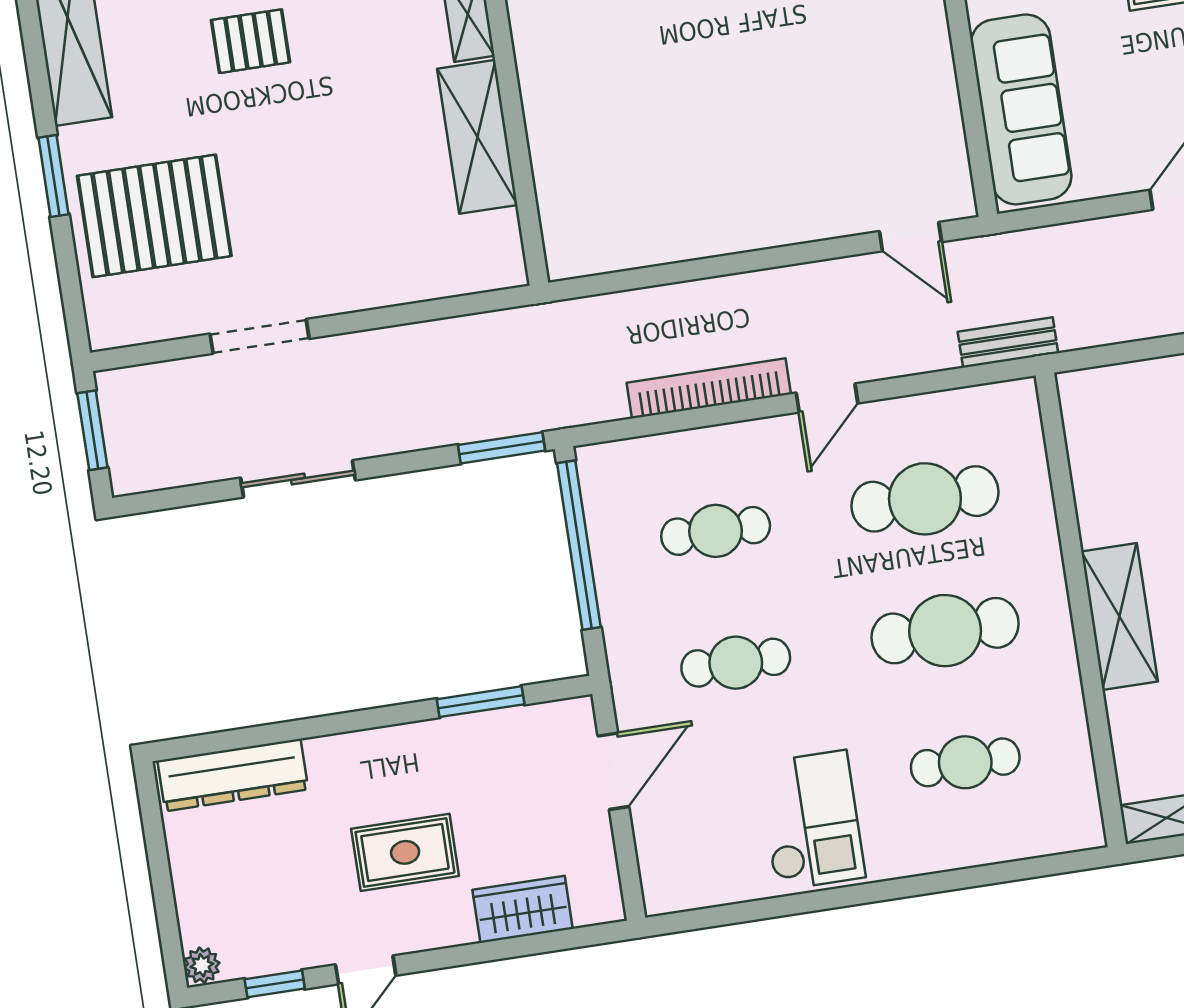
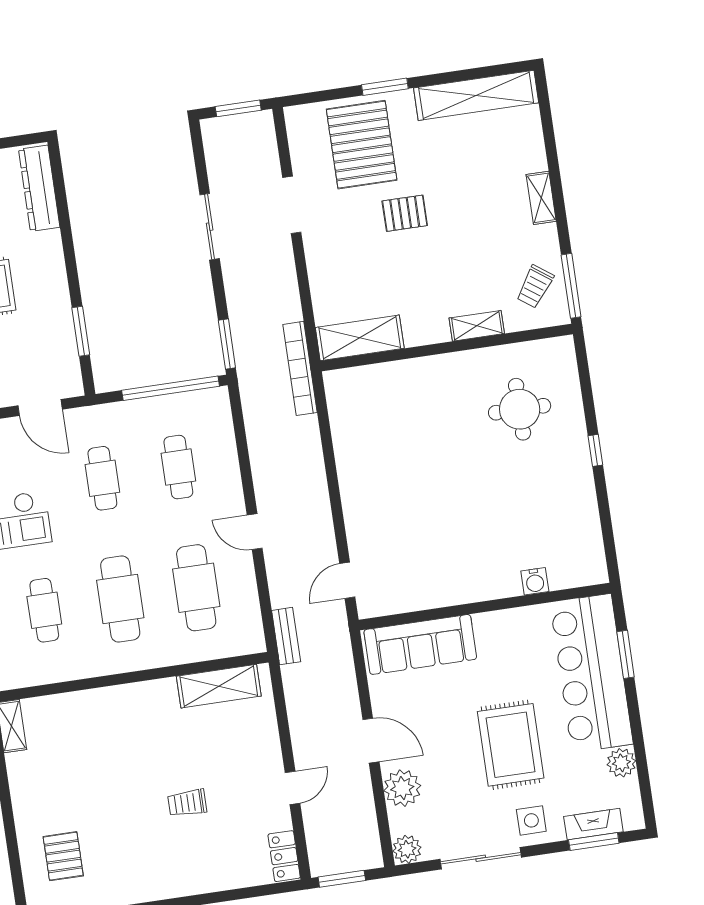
pallet: (251, 41) -> (405, 213), moved, turned 90
shelving: (477, 137) -> (360, 338), moved
bookcase: (709, 388) -> (300, 368), moved, turned 180
shelving: (1120, 617) -> (219, 686), moved

